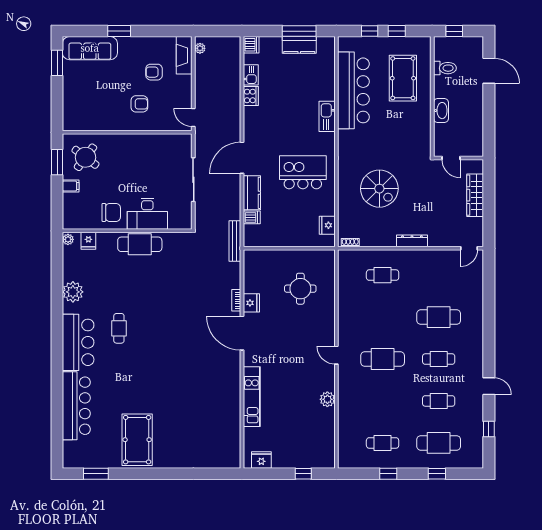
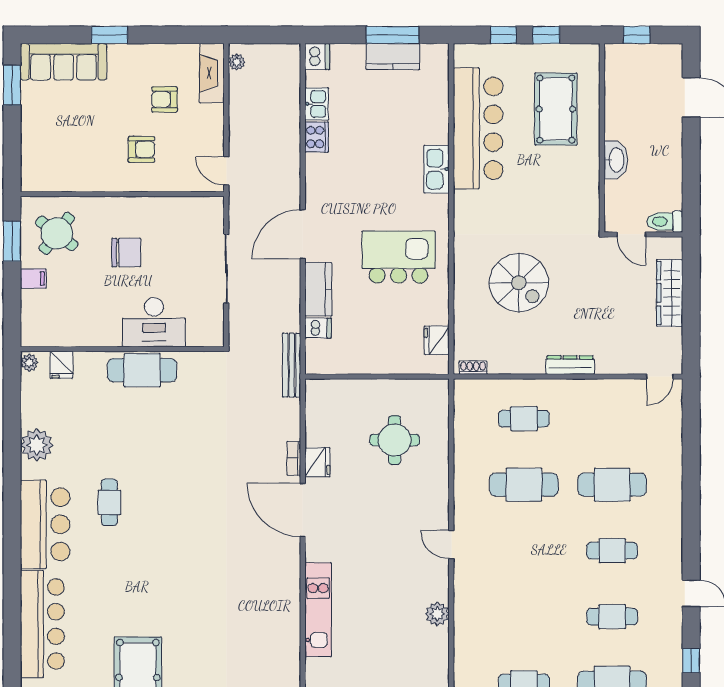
toilet: (445, 68) -> (665, 221), moved, turned 180
chair: (111, 212) -> (126, 253), moved
cafe table: (383, 359) -> (524, 485), moved

